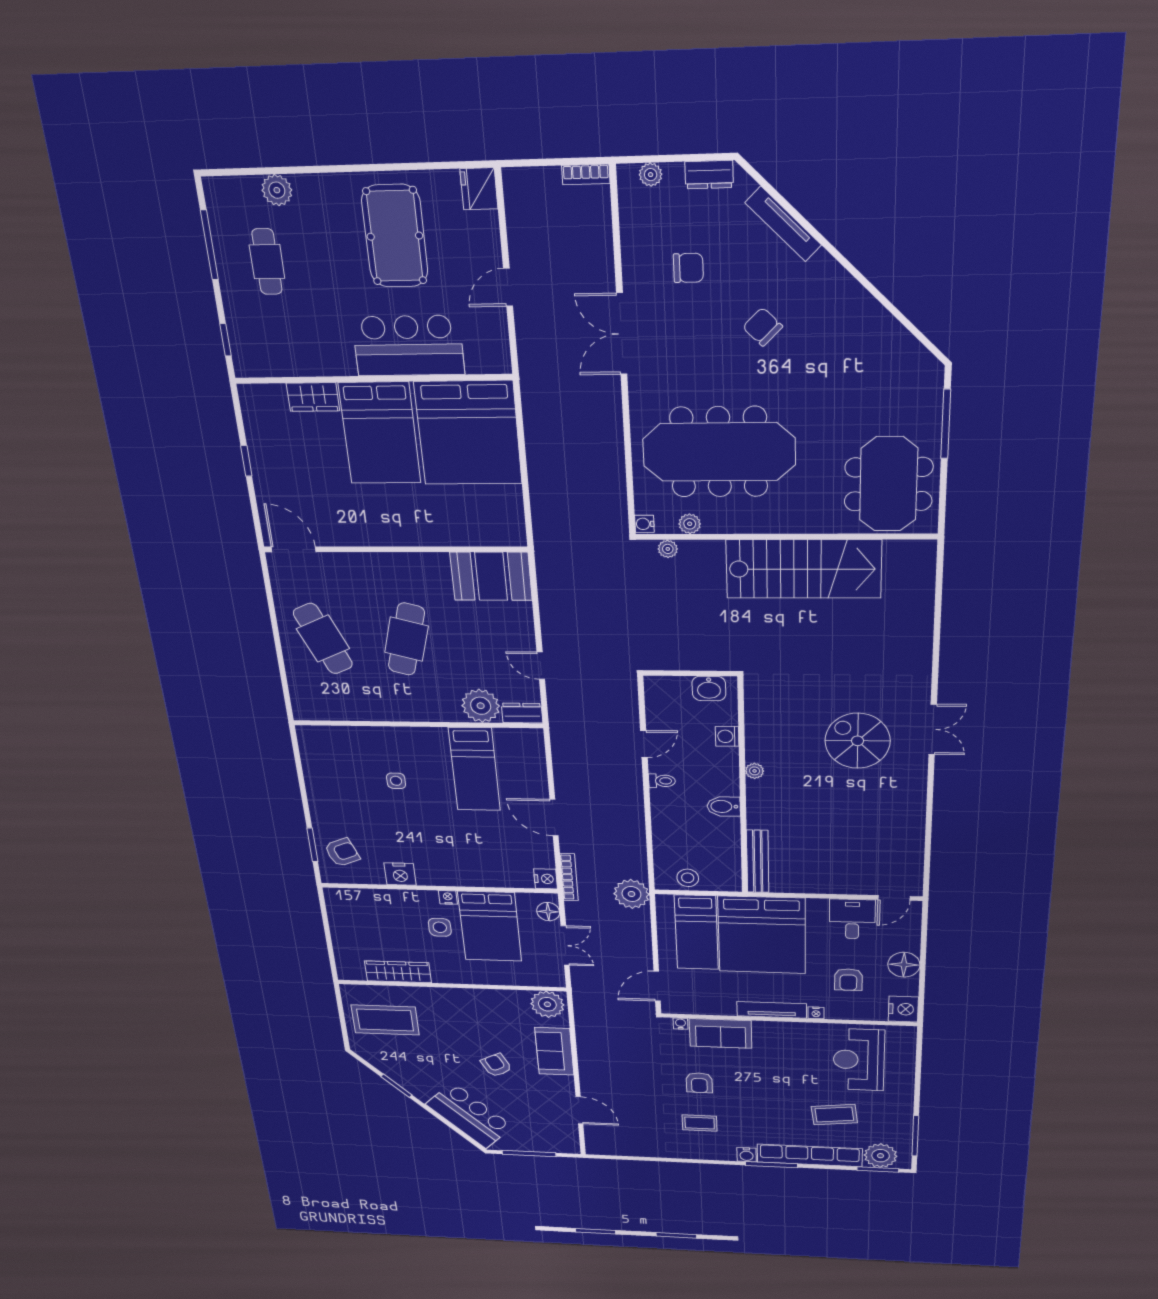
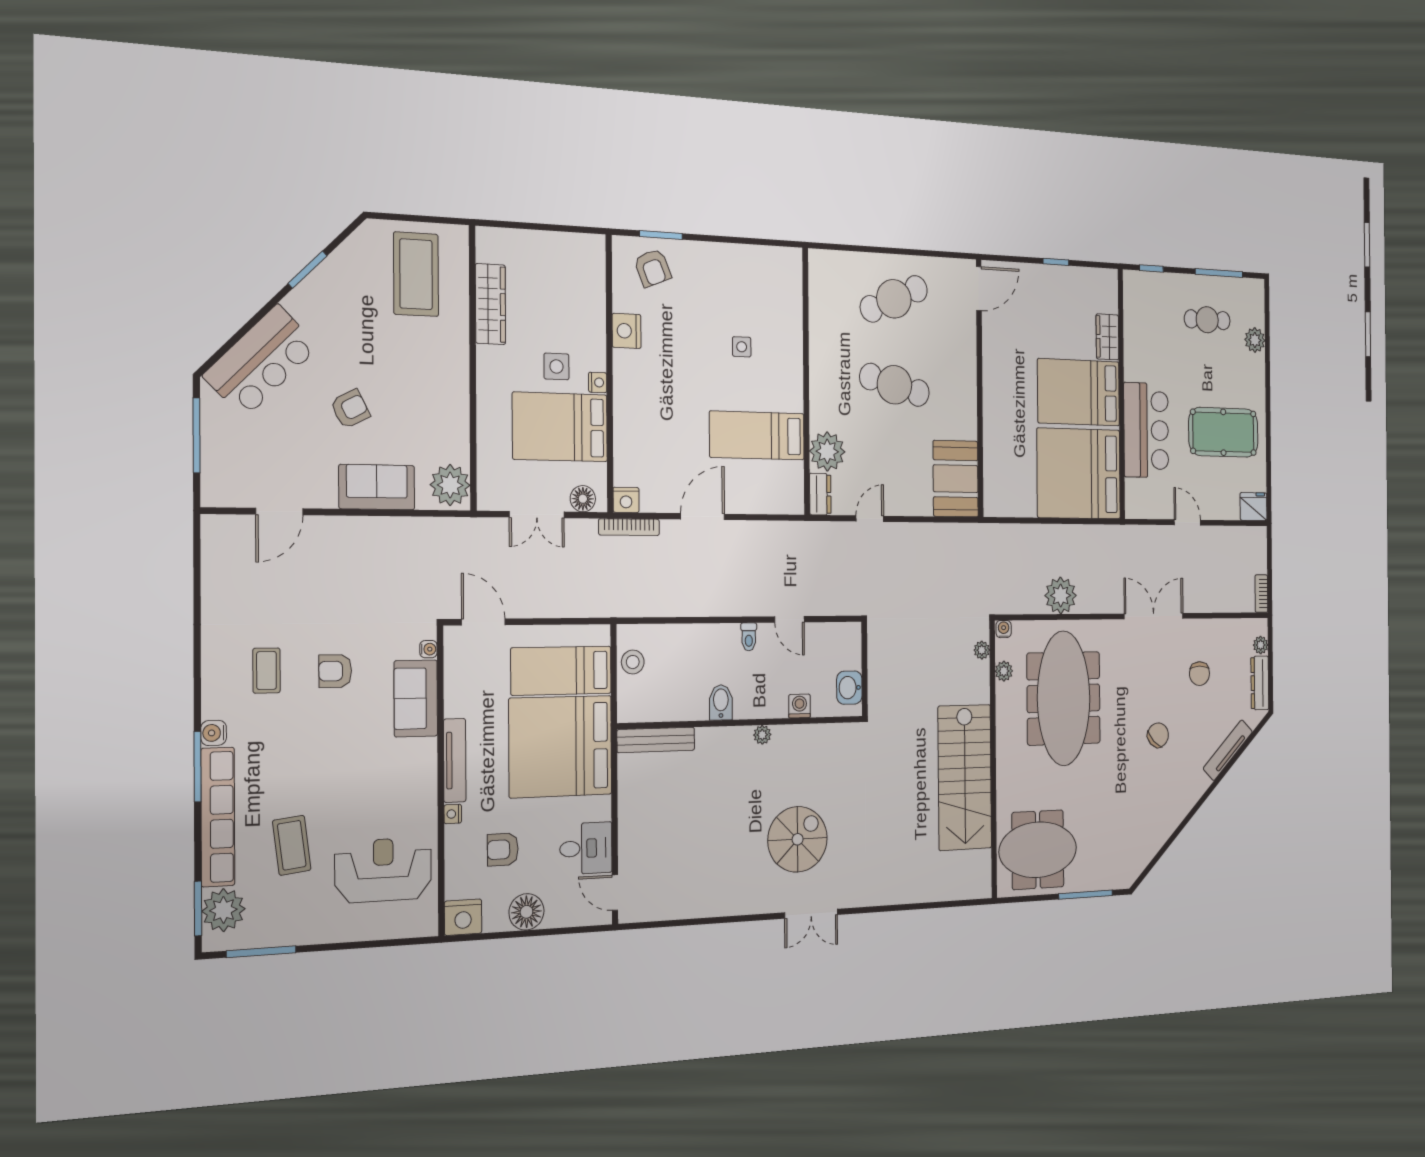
dresser: (709, 175) -> (1260, 683), width x1.44
plant: (631, 894) -> (1061, 595), moved

